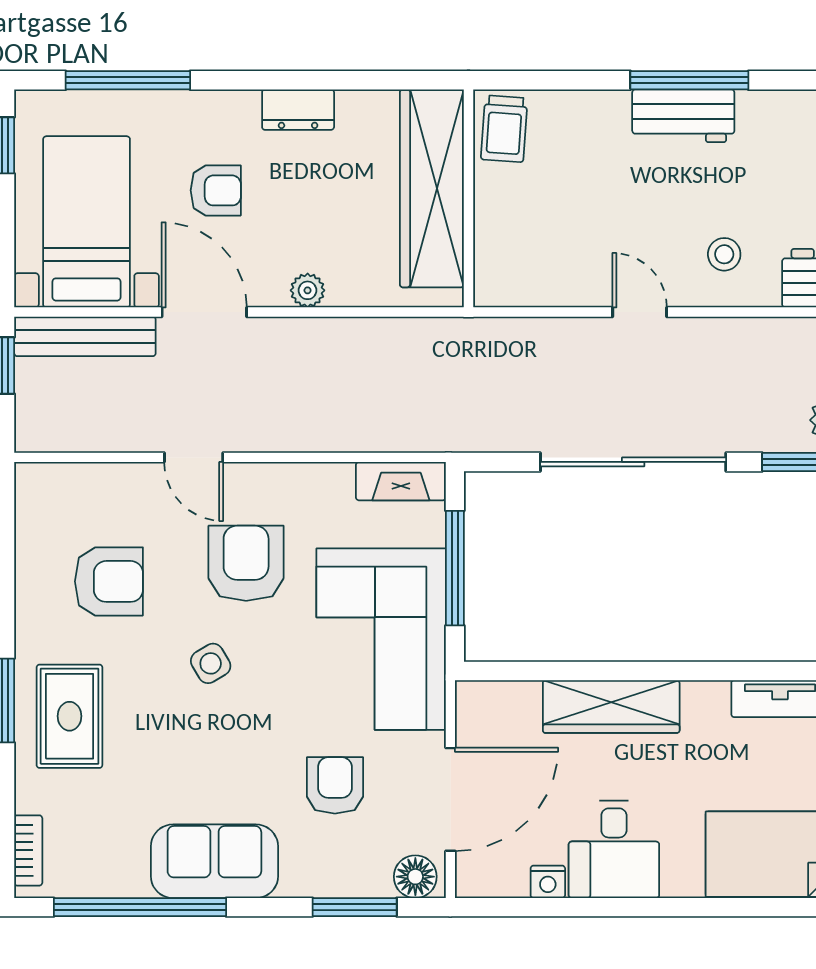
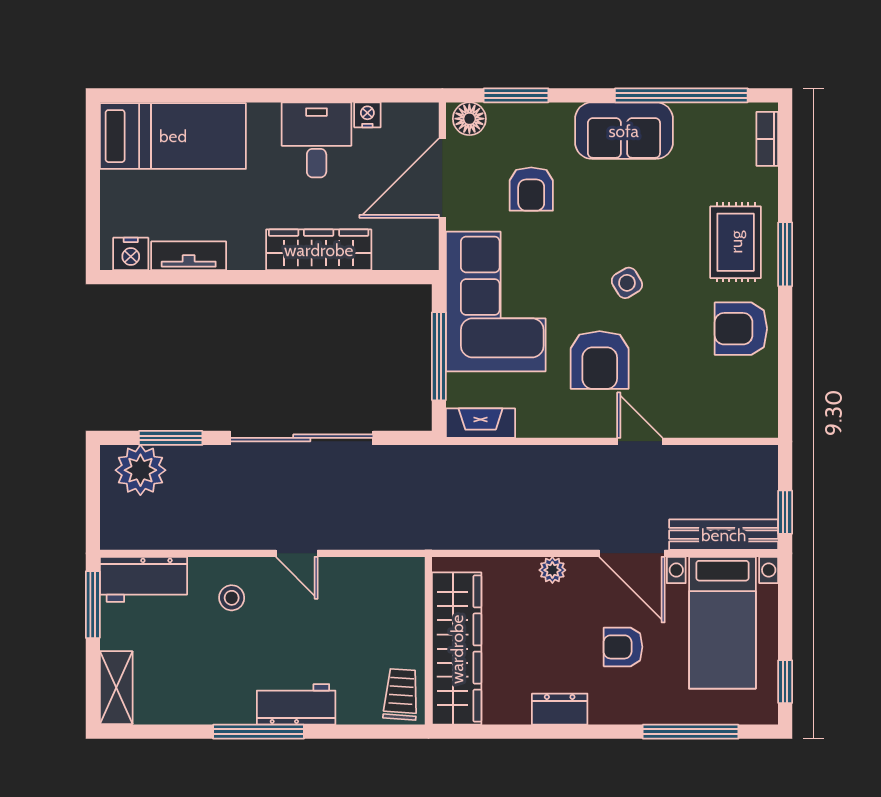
workbench: (683, 116) -> (296, 704), moved
armchair: (109, 581) -> (741, 329), moved

